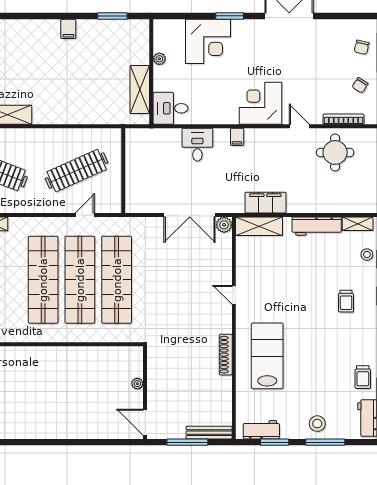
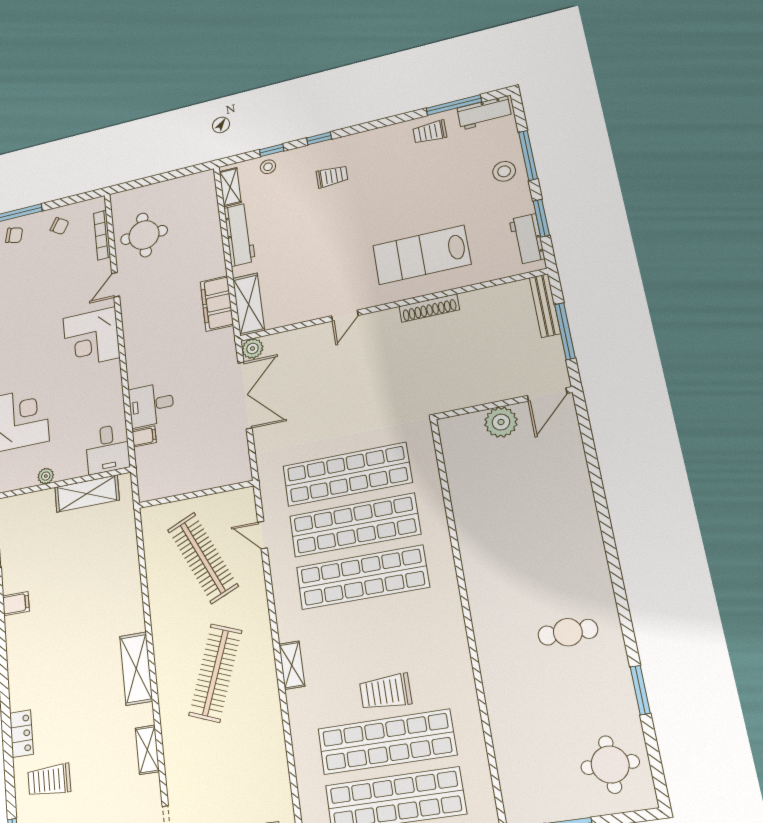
filing cabinet: (237, 137) -> (144, 436), moved
trolley: (363, 377) -> (430, 132), turned 180
plant: (137, 384) -> (501, 422), width x1.88, depth x1.88

